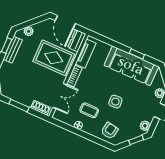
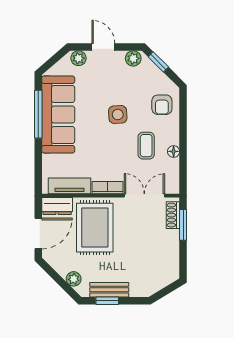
window: (137, 54) -> (38, 114), width x2.17
window: (19, 106) -> (183, 225), moved
armchair: (110, 131) -> (162, 105), turned -99

